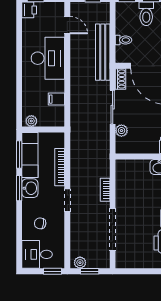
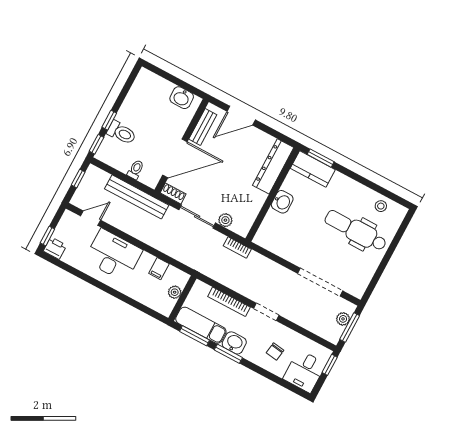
plant: (31, 121) -> (175, 292), moved
bookcase: (105, 190) -> (237, 248), moved
plant: (80, 263) -> (343, 319), moved
window: (90, 271) -> (350, 328), width x1.50

